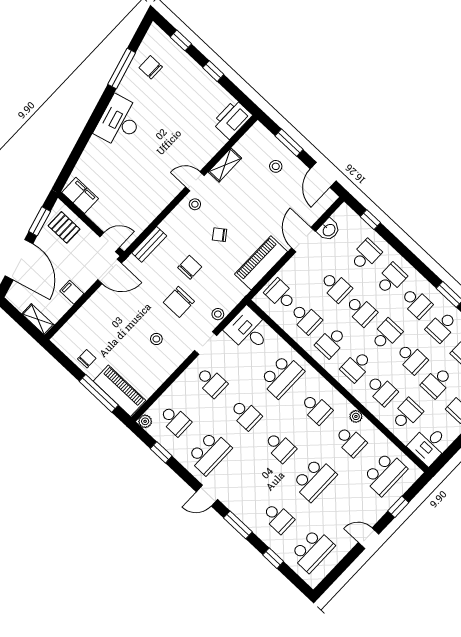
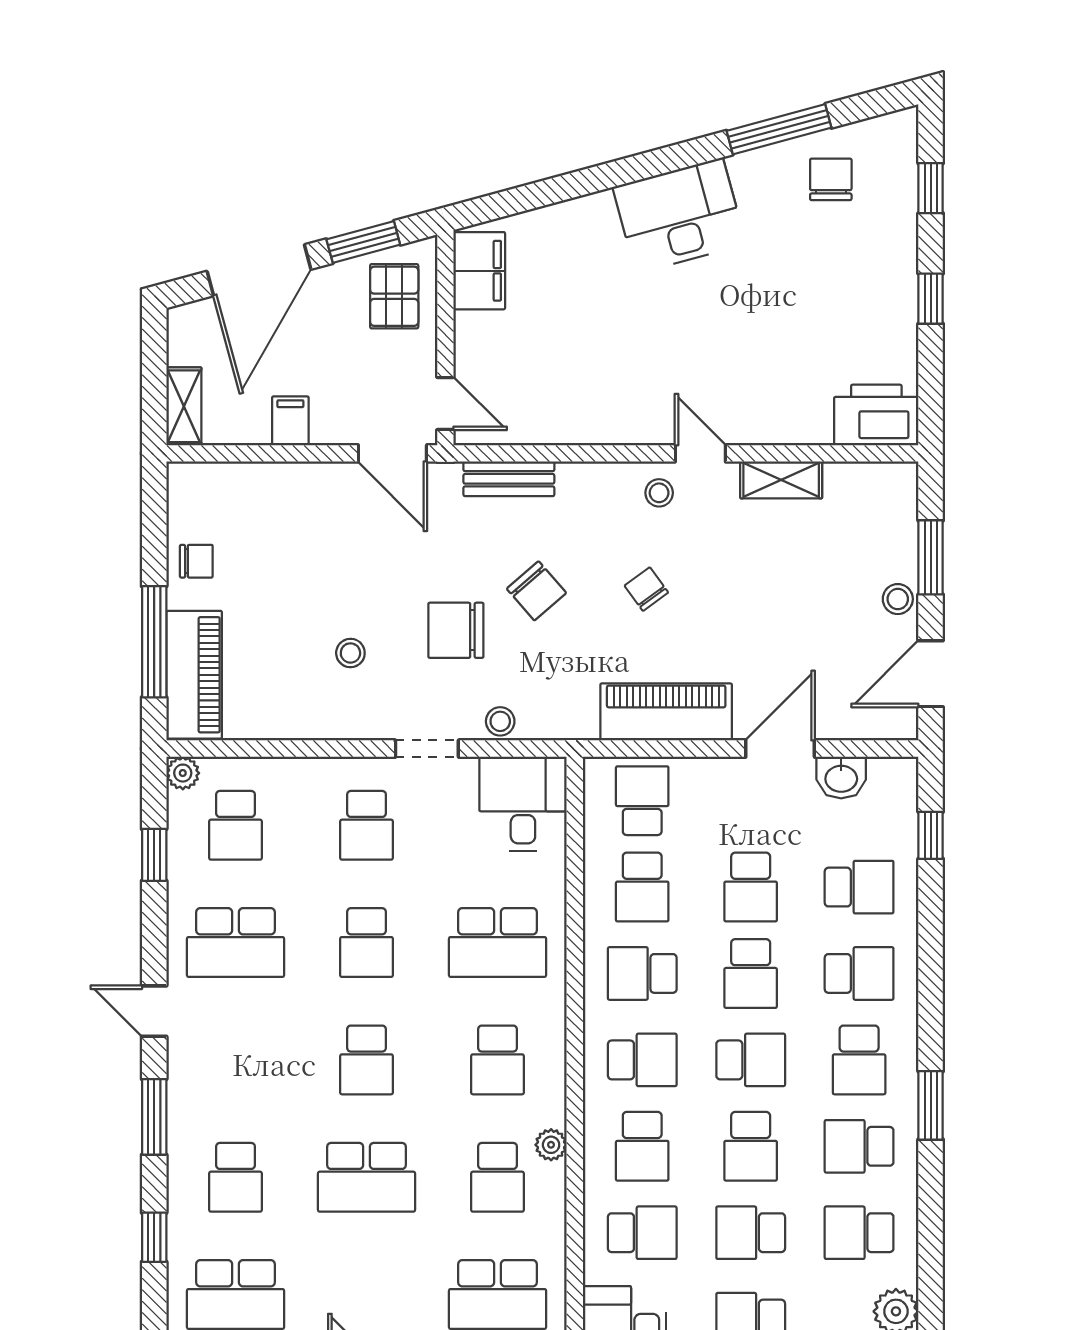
stool: (276, 166) -> (898, 599), moved
chair: (190, 267) -> (536, 591), turned 49
school desk: (356, 366) -> (642, 1060), turned 180

